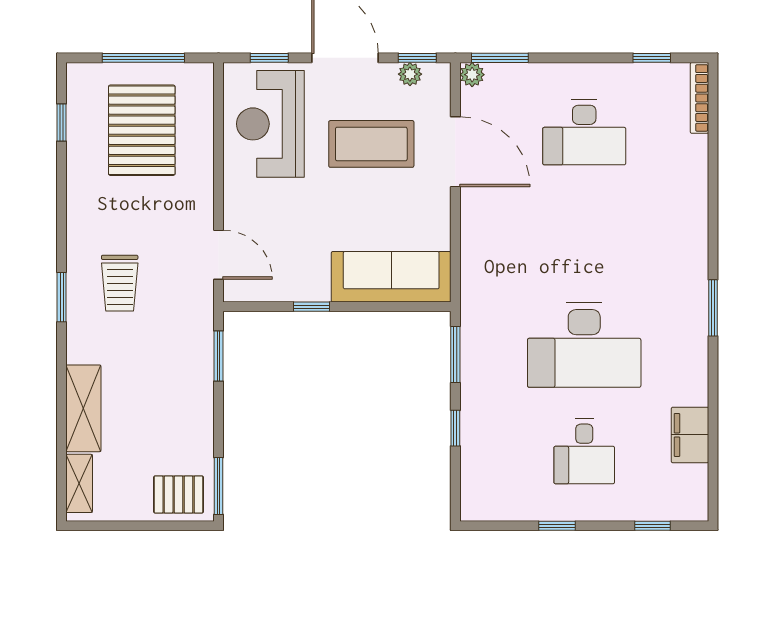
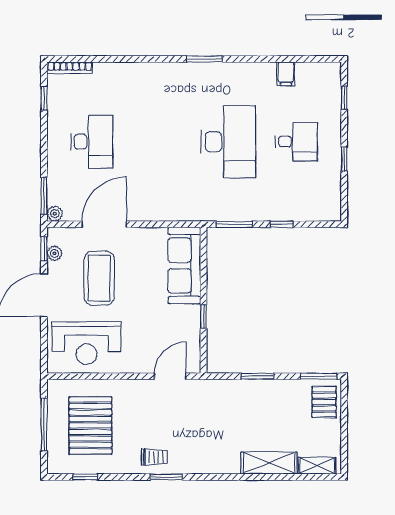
window: (269, 58) -> (44, 344), removed
pallet: (142, 130) -> (90, 426), turned 90
trolley: (120, 283) -> (154, 457), moved, width x0.73, depth x0.72
window: (62, 297) -> (166, 477), moved
window: (219, 356) -> (257, 376), moved
filing cabinet: (690, 435) -> (286, 74), width x0.50

